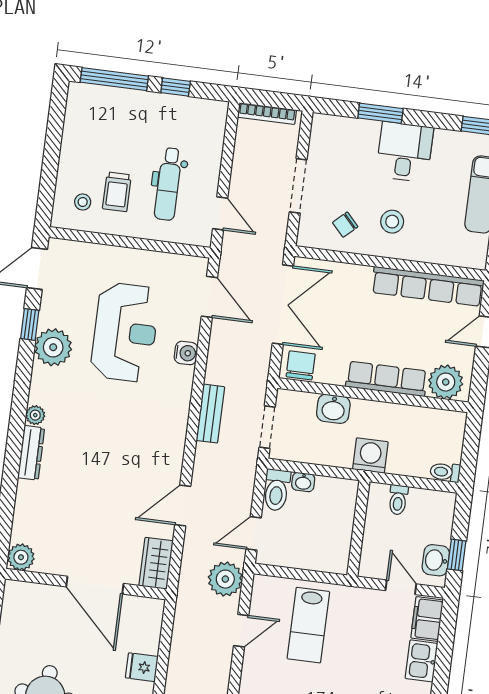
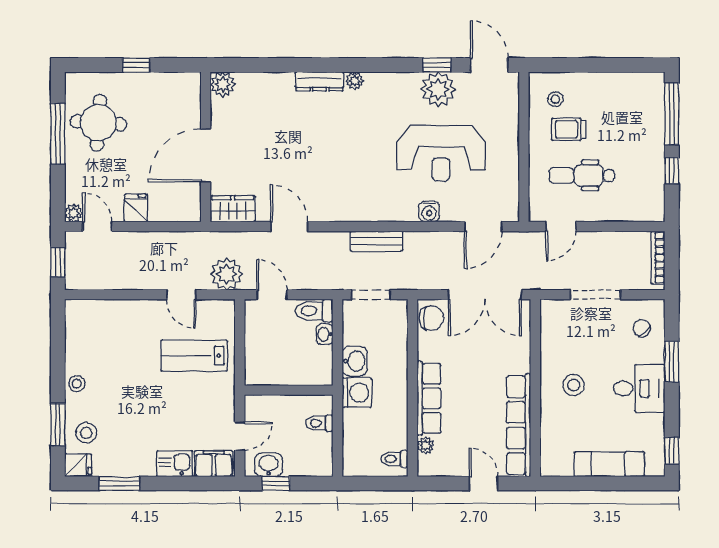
chair: (345, 225) -> (642, 328), moved
plant: (53, 347) -> (438, 89), moved
plant: (446, 382) -> (426, 446), width x0.53, depth x0.53
washbasin: (333, 409) -> (355, 361), moved, turned 180
toilet: (445, 472) -> (394, 459), moved, turned -90

